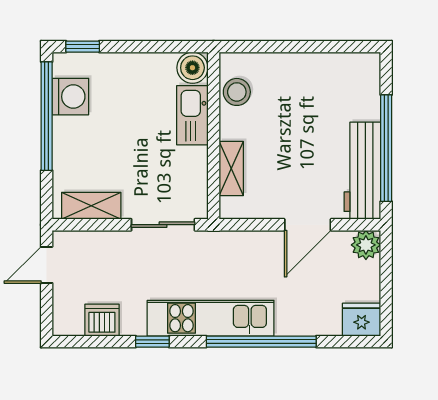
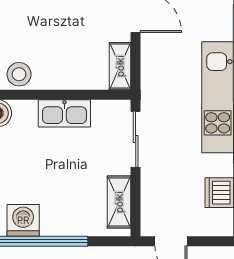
kitchen sink: (192, 115) -> (64, 113), moved
shelving: (231, 168) -> (120, 66), moved, turned 90

